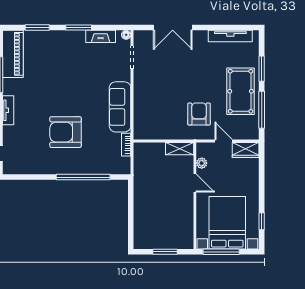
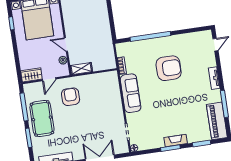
fireplace: (101, 36) -> (176, 141), moved
armchair: (199, 114) -> (71, 97), turned 180
door: (224, 141) -> (49, 79), hinge flipped

